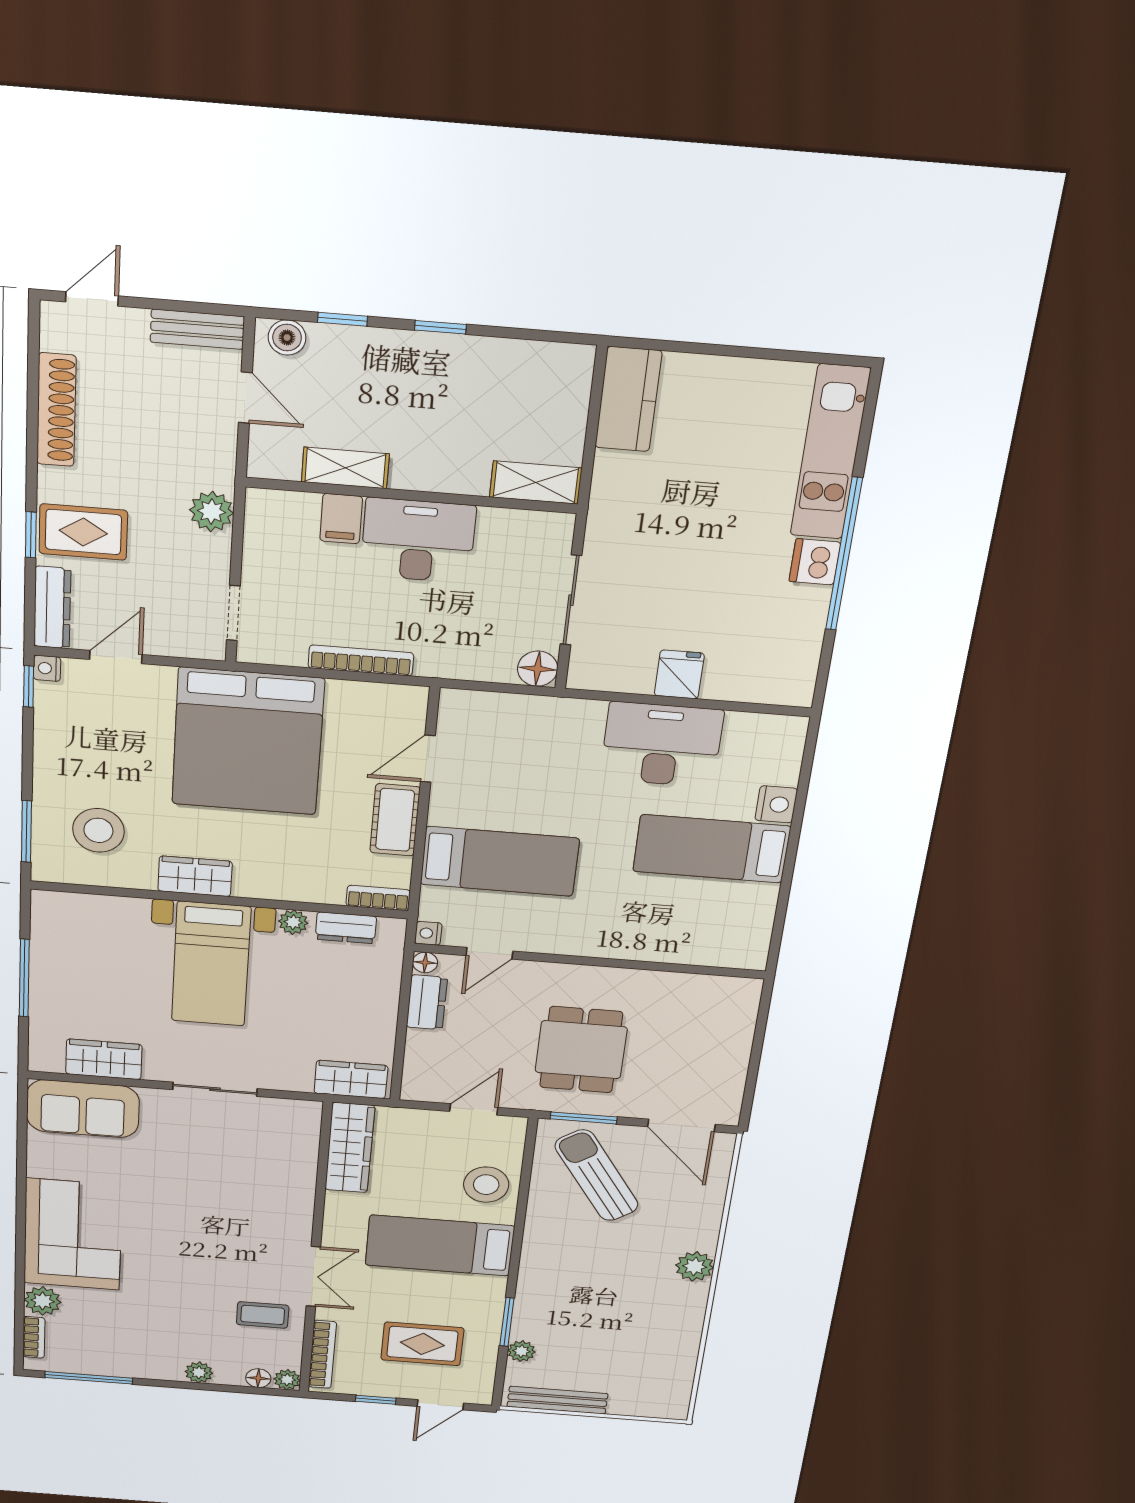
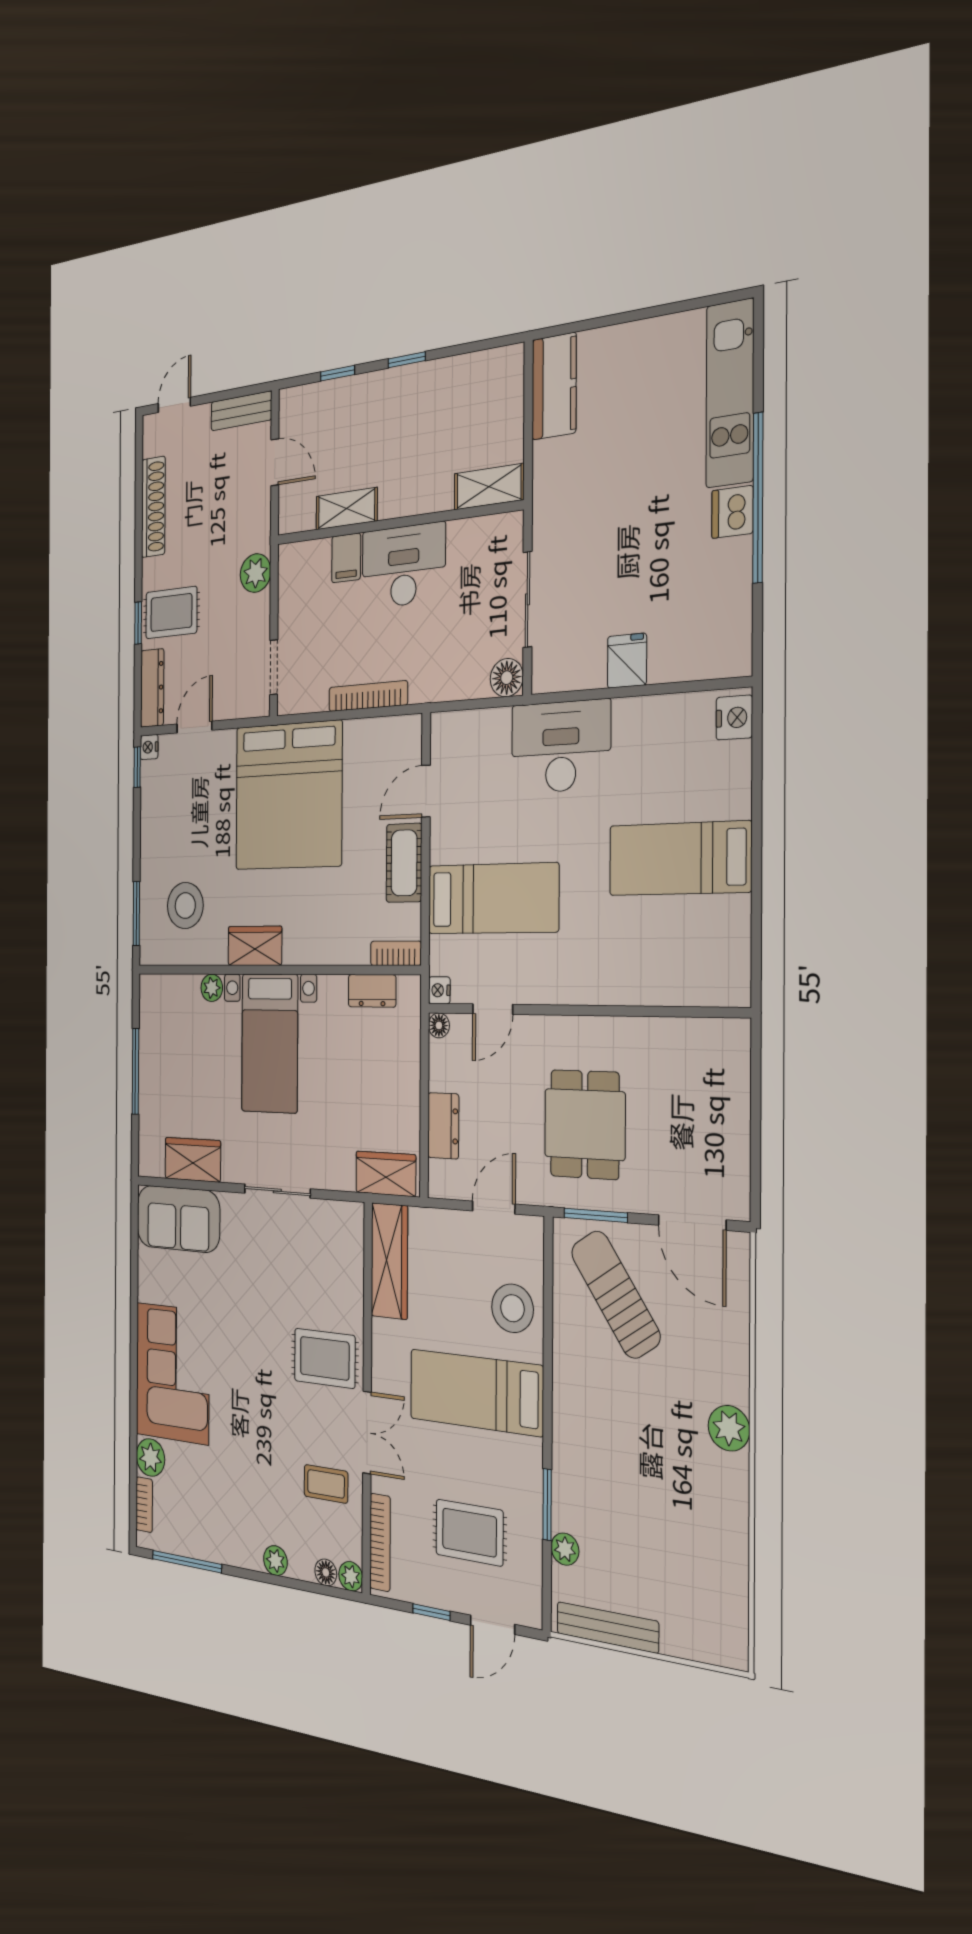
boiler: (287, 338) -> (301, 401), removed
desk: (662, 745) -> (561, 747), moved
nightstand: (776, 804) -> (734, 718), moved
plant: (293, 922) -> (212, 988), moved
dresser: (427, 1002) -> (443, 1126), moved
rug: (267, 1222) -> (325, 1358), added

